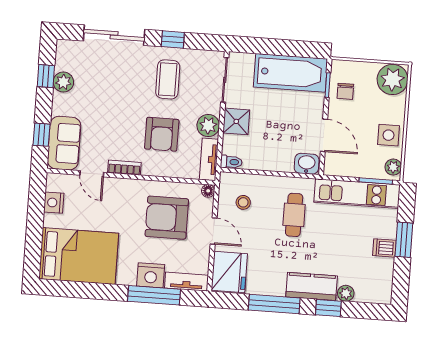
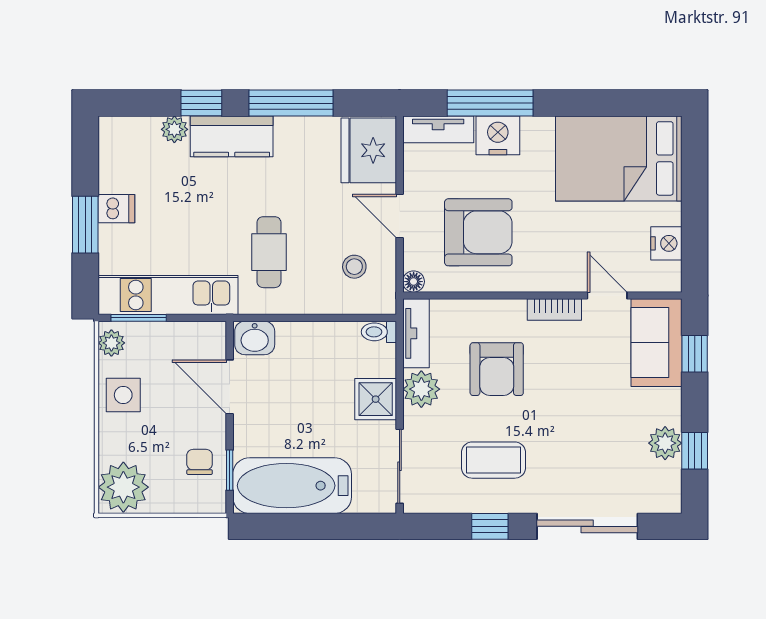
coffee table: (168, 79) -> (493, 460), turned 90
armchair: (162, 134) -> (497, 369), turned 180

